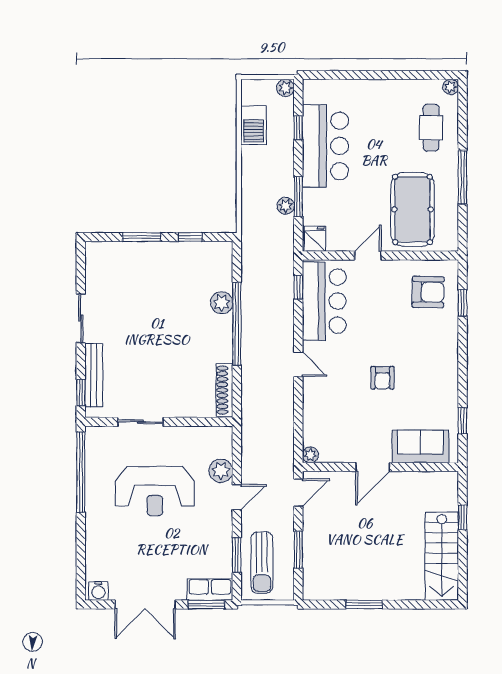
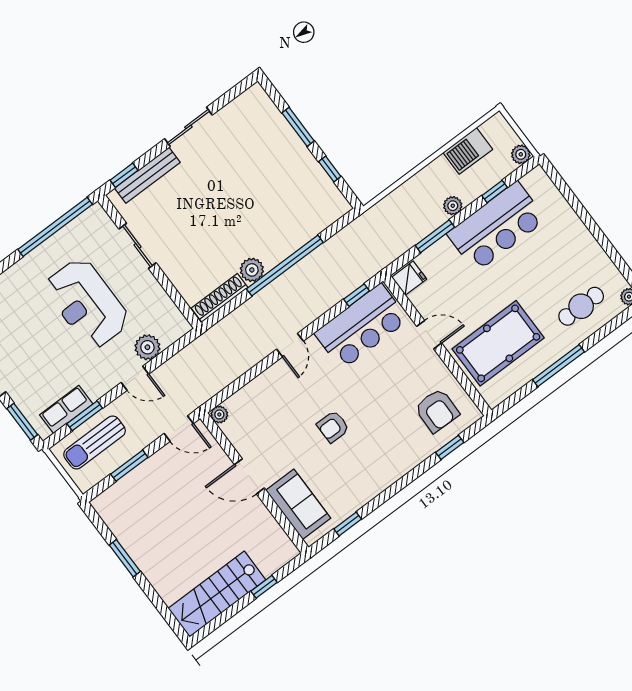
plant: (286, 206) -> (453, 206), moved
plant: (222, 303) -> (252, 270), moved
row of seats: (210, 589) -> (66, 409), moved, turned -90

